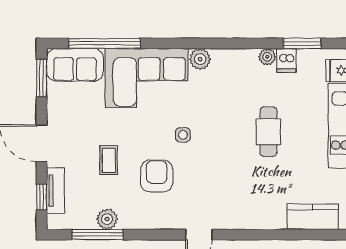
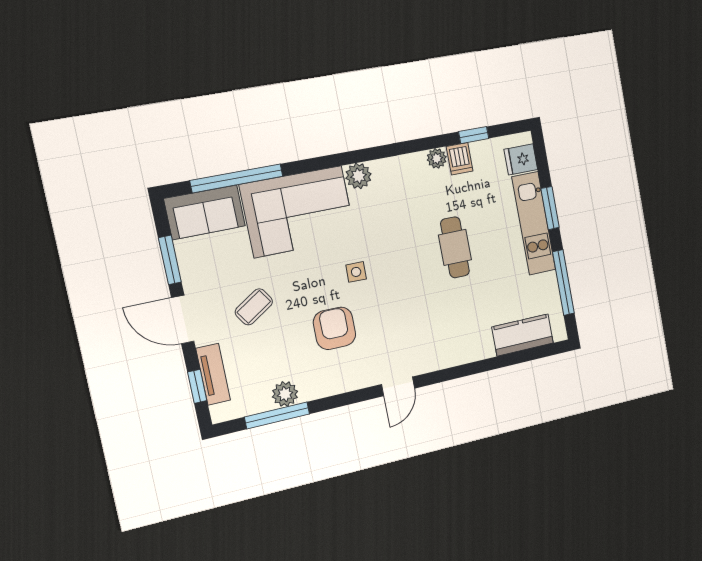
window: (302, 43) -> (474, 135), width x0.67
window: (42, 78) -> (170, 260), moved
coffee table: (109, 160) -> (254, 307), moved, turned 57

